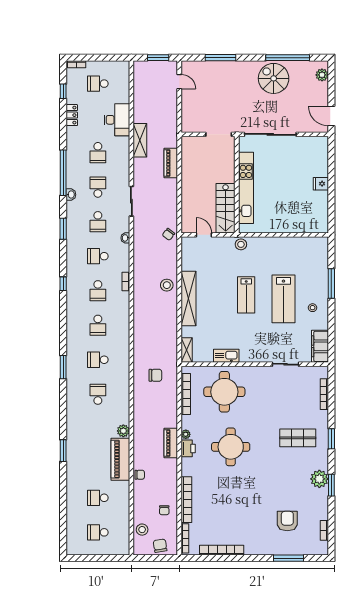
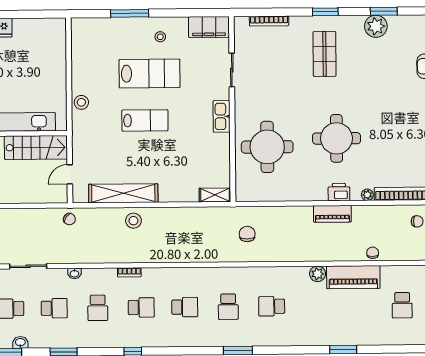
stool: (241, 244) -> (81, 102), moved
shelving: (189, 299) -> (123, 193), moved
kitchen sink: (226, 356) -> (222, 116), moved
bookcase: (186, 394) -> (270, 196), removed
plant: (186, 434) -> (367, 195), moved

